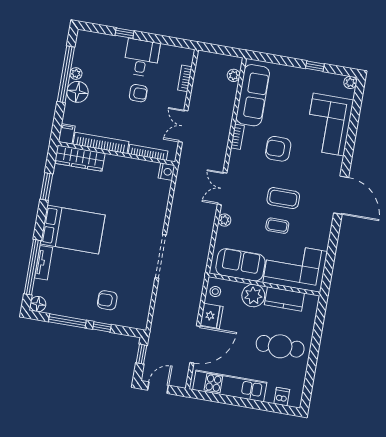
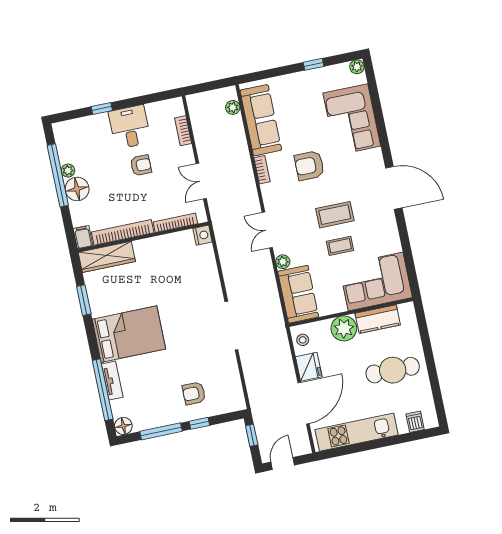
sofa: (240, 265) -> (298, 294), moved, turned 90

